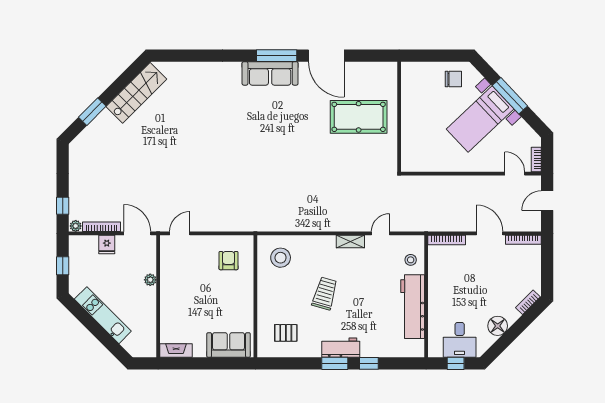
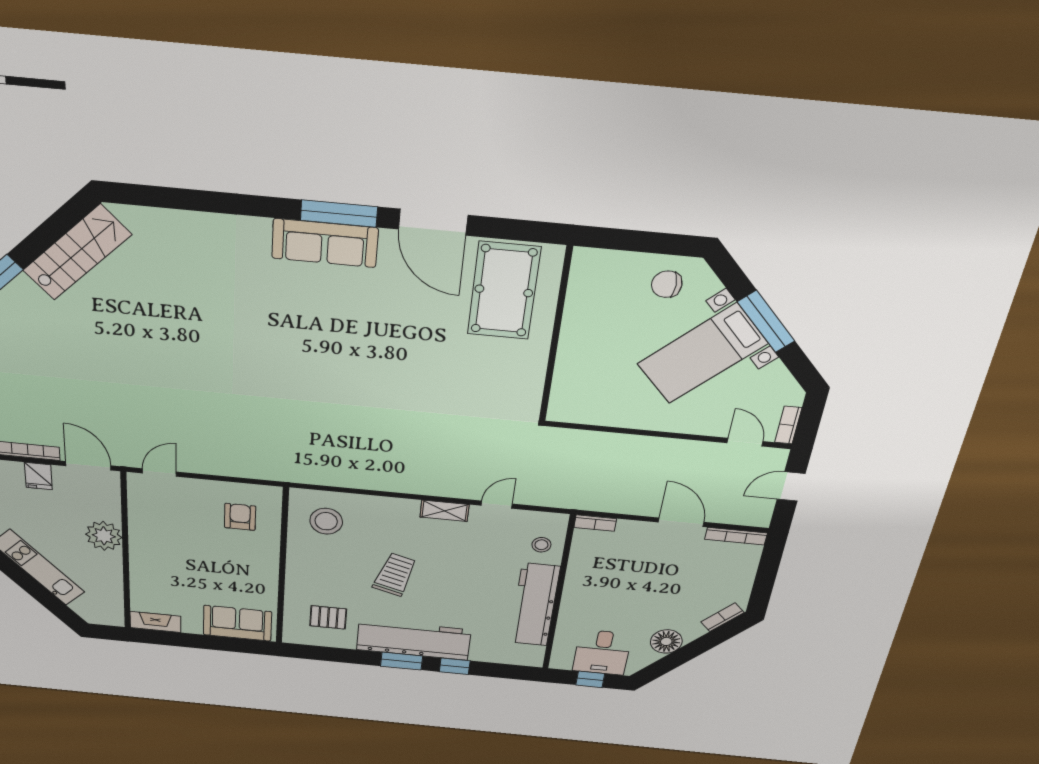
chair: (453, 79) -> (667, 284), turned 180
pool table: (359, 117) -> (504, 291), moved, turned 90
bookcase: (447, 240) -> (595, 523), width x0.64
plant: (150, 280) -> (104, 536), width x1.88, depth x1.88
workbench: (341, 348) -> (414, 640), width x1.88, depth x1.32

